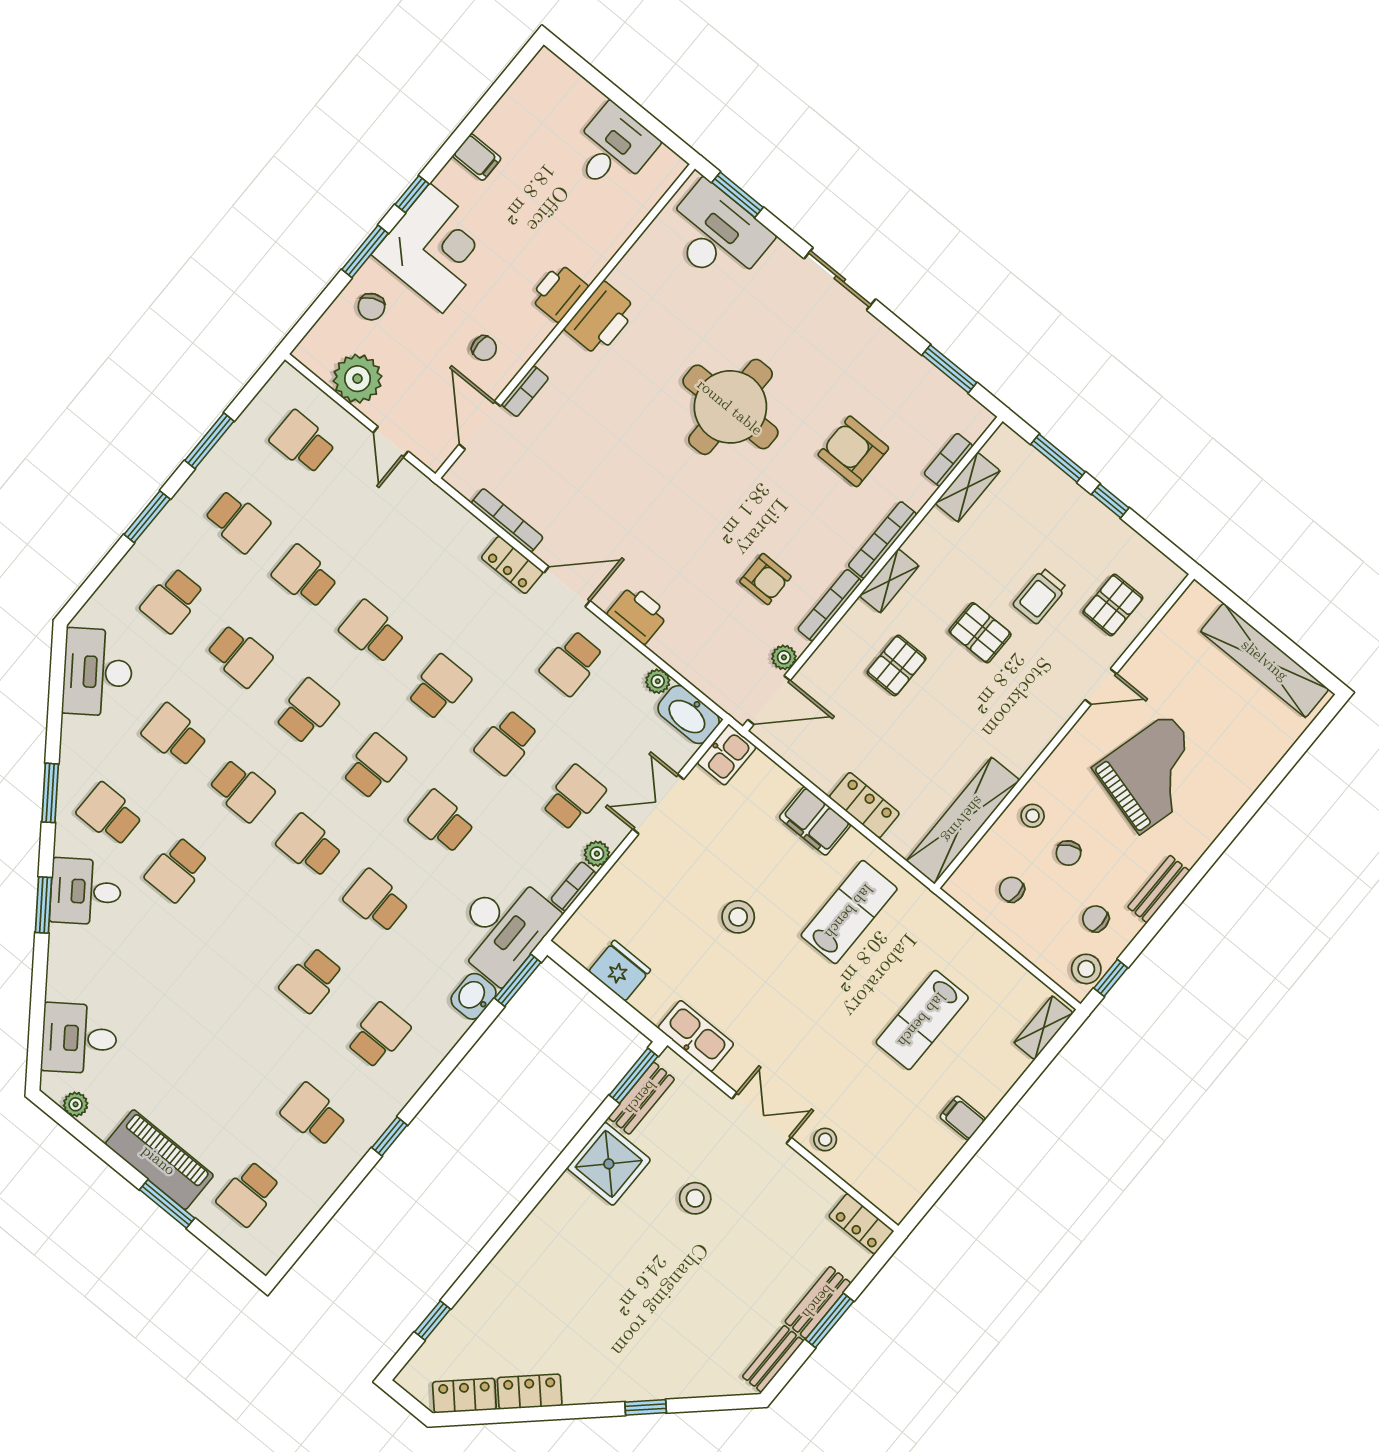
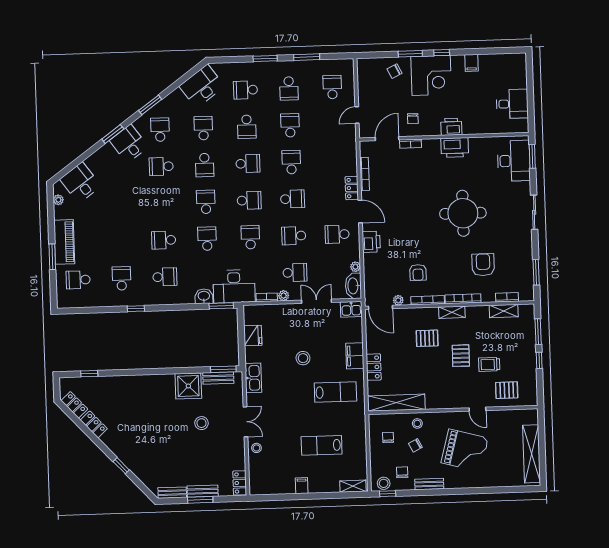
plant: (358, 379) -> (368, 87), removed

